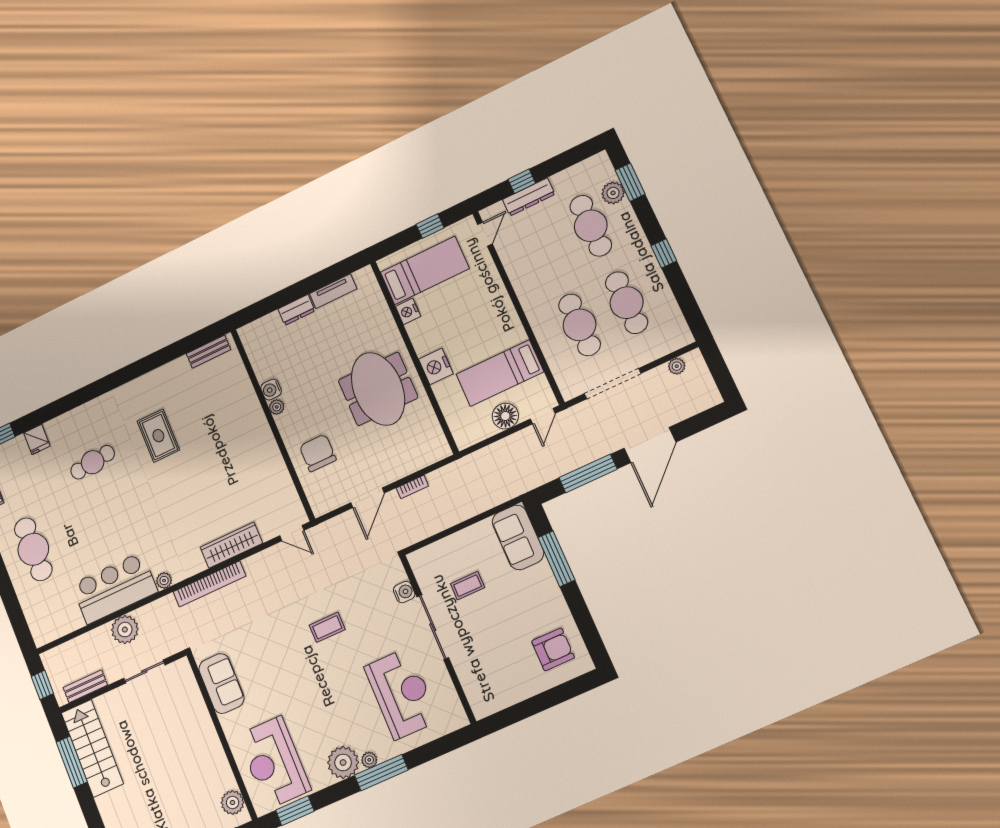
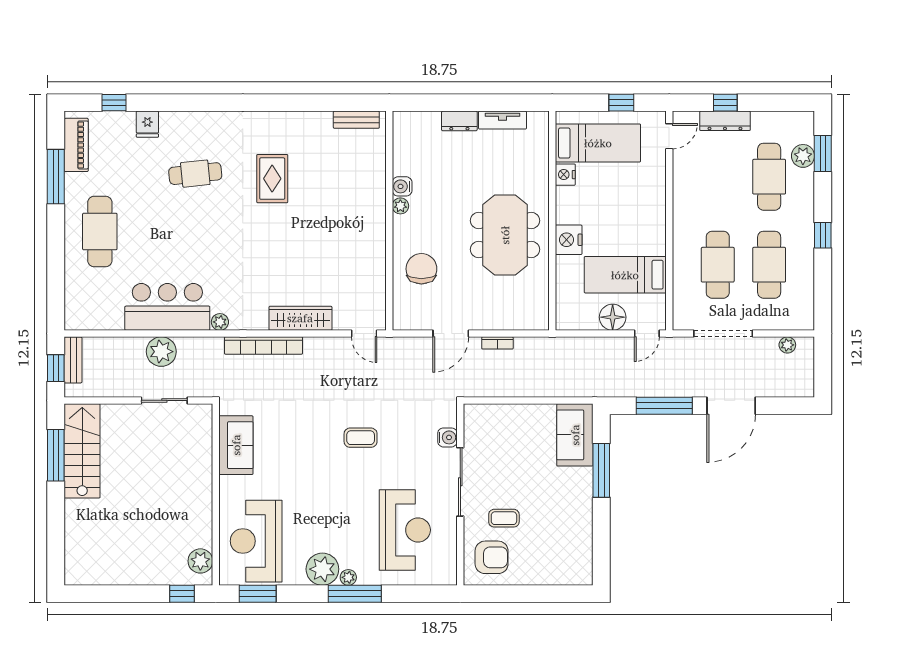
coffee table: (468, 586) -> (504, 518), moved
armchair: (553, 649) -> (492, 557), moved
bench: (85, 686) -> (73, 360), moved, turned 90

